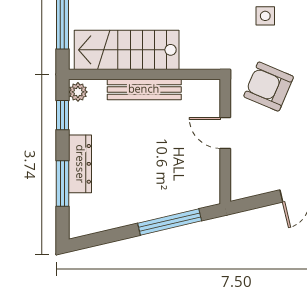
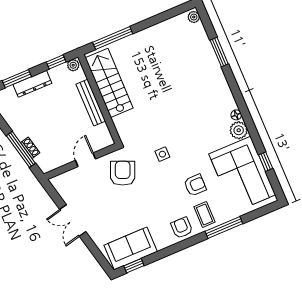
shoe rack: (173, 207) -> (30, 148), added

